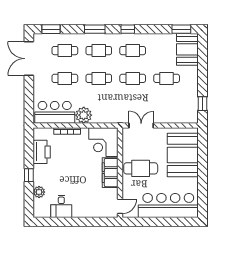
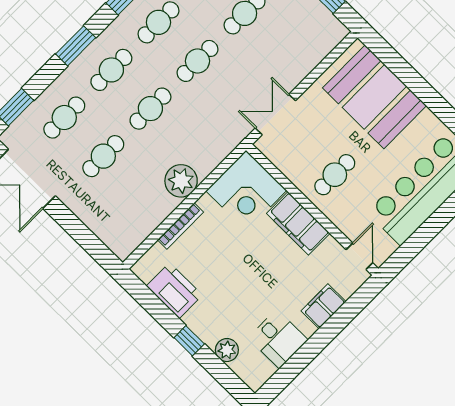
bar counter: (55, 112) -> (137, 218), removed
cafe table: (141, 168) -> (335, 175), width x0.73, depth x0.74
filing cabinet: (89, 211) -> (324, 306), added

